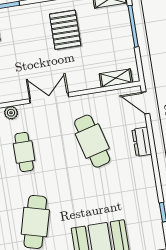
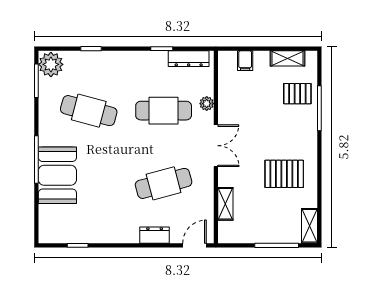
shelving: (116, 78) -> (225, 204), moved
cafe table: (24, 152) -> (164, 111), width x1.37, depth x1.35

